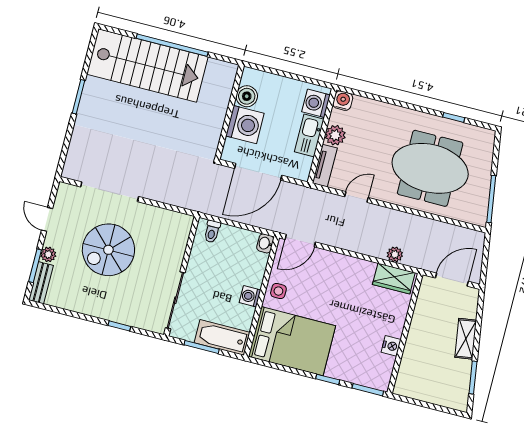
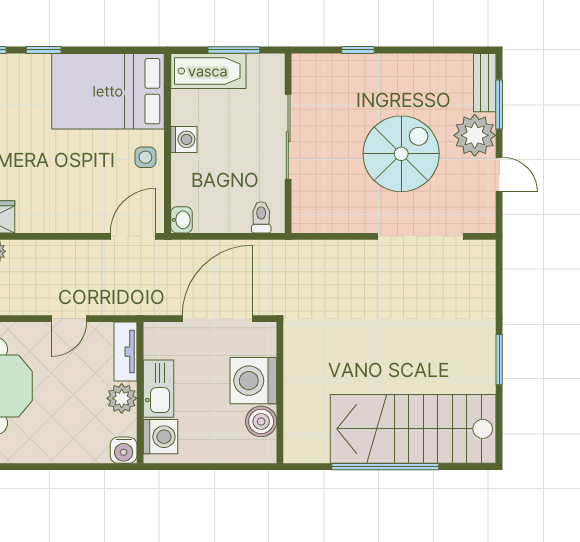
plant: (48, 254) -> (475, 135), width x1.88, depth x1.88
sliding door: (175, 300) -> (288, 137), moved

